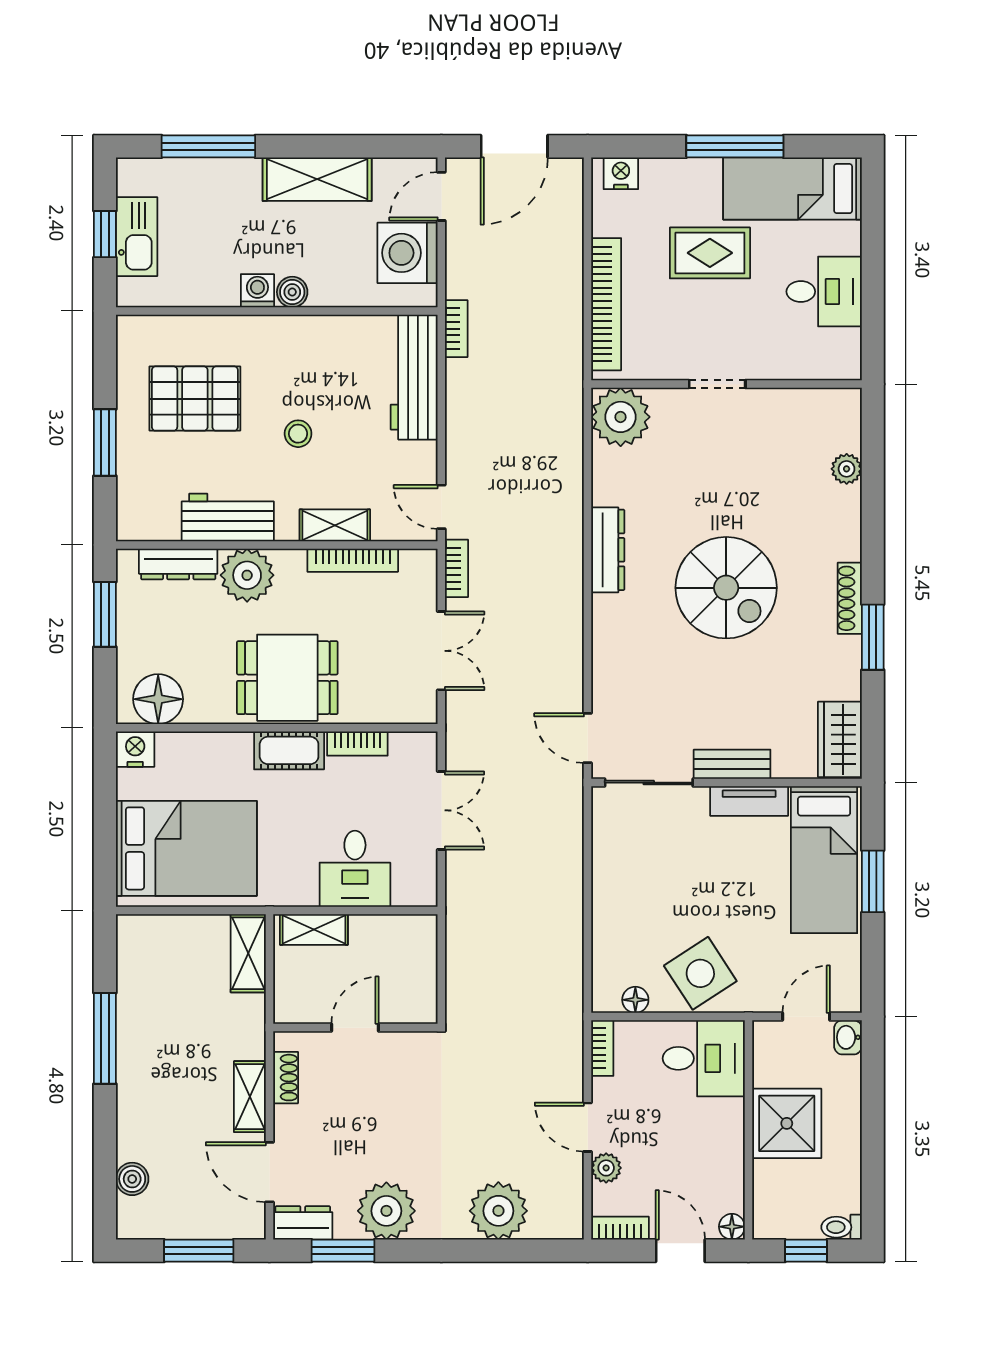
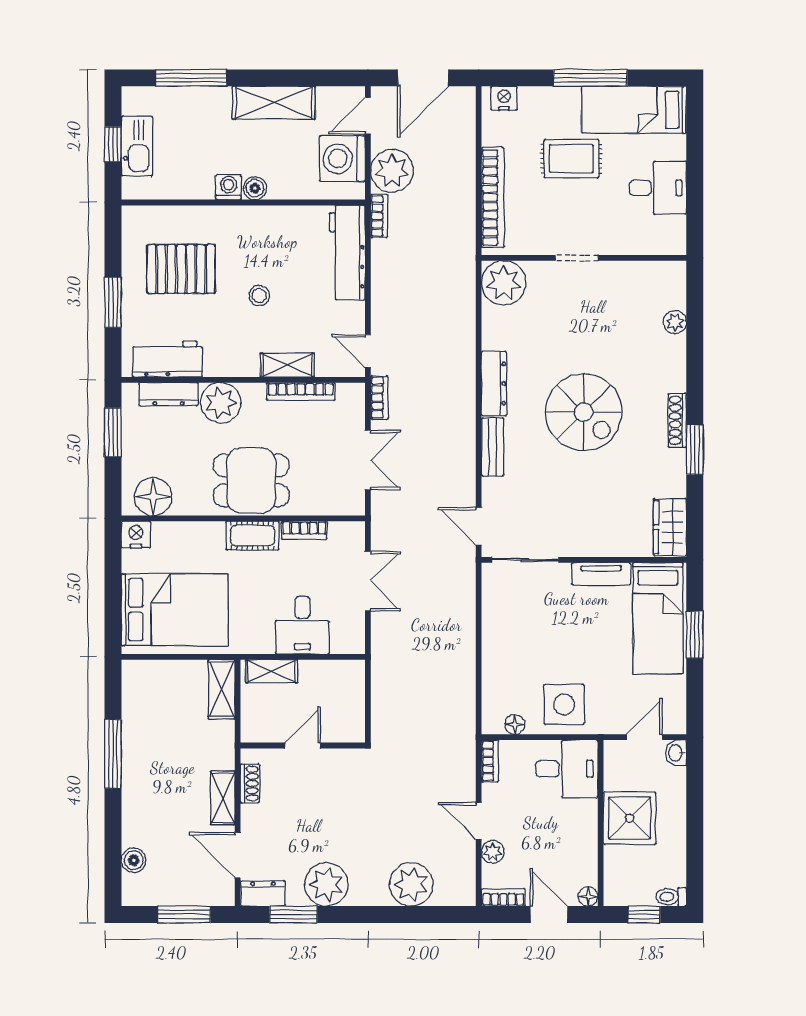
plant: (473, 269) -> (392, 171), added
workbench: (228, 517) -> (168, 359), moved
bench: (732, 764) -> (493, 447), moved, turned 90
side table: (700, 973) -> (564, 704), turned 33

